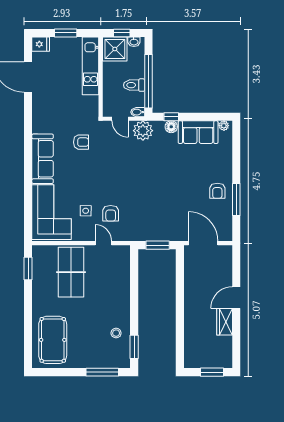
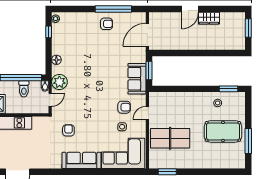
window: (171, 117) -> (49, 32), moved
sofa: (198, 132) -> (137, 79), moved, turned 180
window: (236, 199) -> (113, 9), width x1.46
door: (236, 298) -> (190, 9), hinge flipped
pool table: (53, 340) -> (223, 131), moved
window: (102, 372) -> (248, 141), moved

